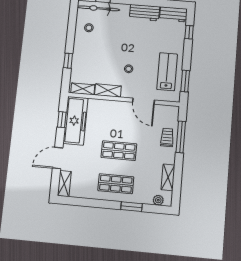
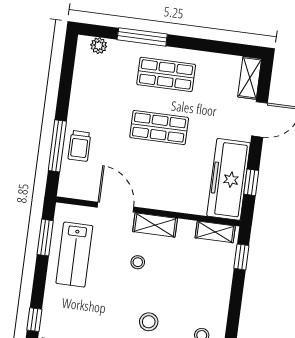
stool: (121, 34) -> (149, 322), added
window: (68, 61) -> (241, 257), moved
shelving: (108, 90) -> (155, 225), moved
shelving: (168, 177) -> (81, 81), removed
window: (132, 207) -> (142, 37), width x1.44

